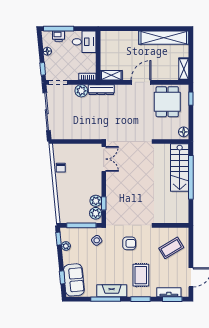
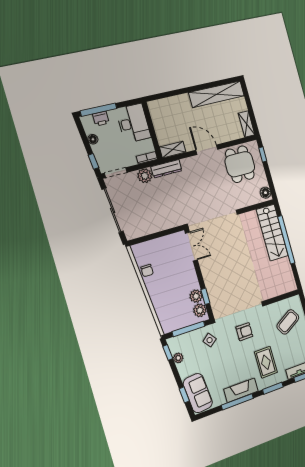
desk: (84, 42) -> (133, 123), width x1.37
door: (141, 82) -> (207, 150), hinge flipped

